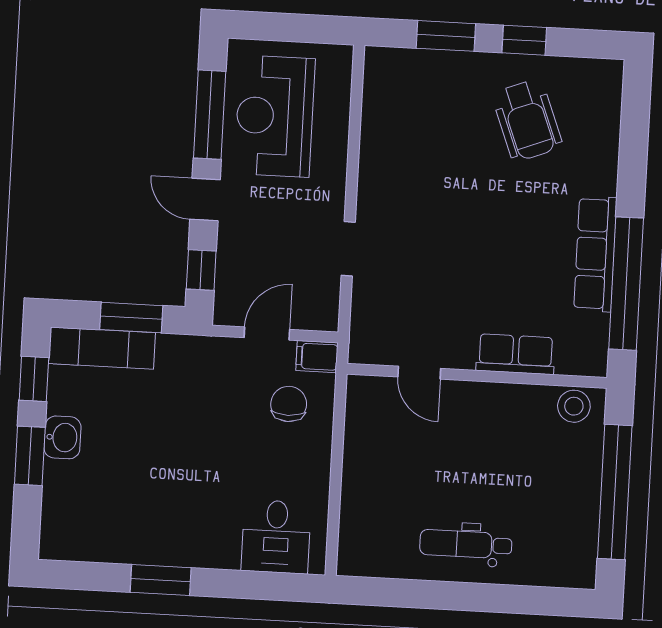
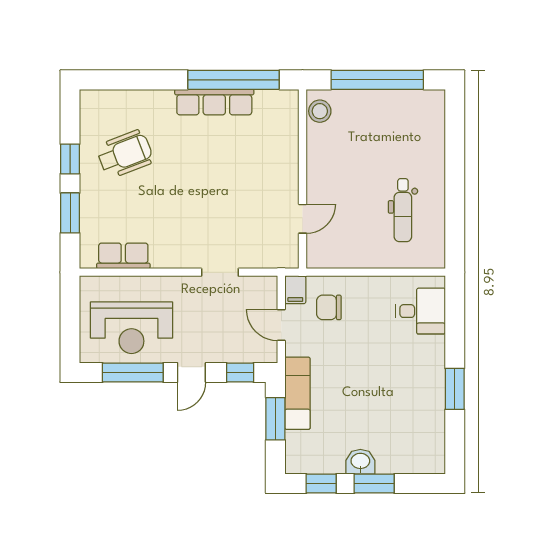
exam couch: (102, 348) -> (297, 393), moved
row of seats: (516, 354) -> (123, 256), moved, turned 90
dental chair: (466, 544) -> (403, 210), moved

